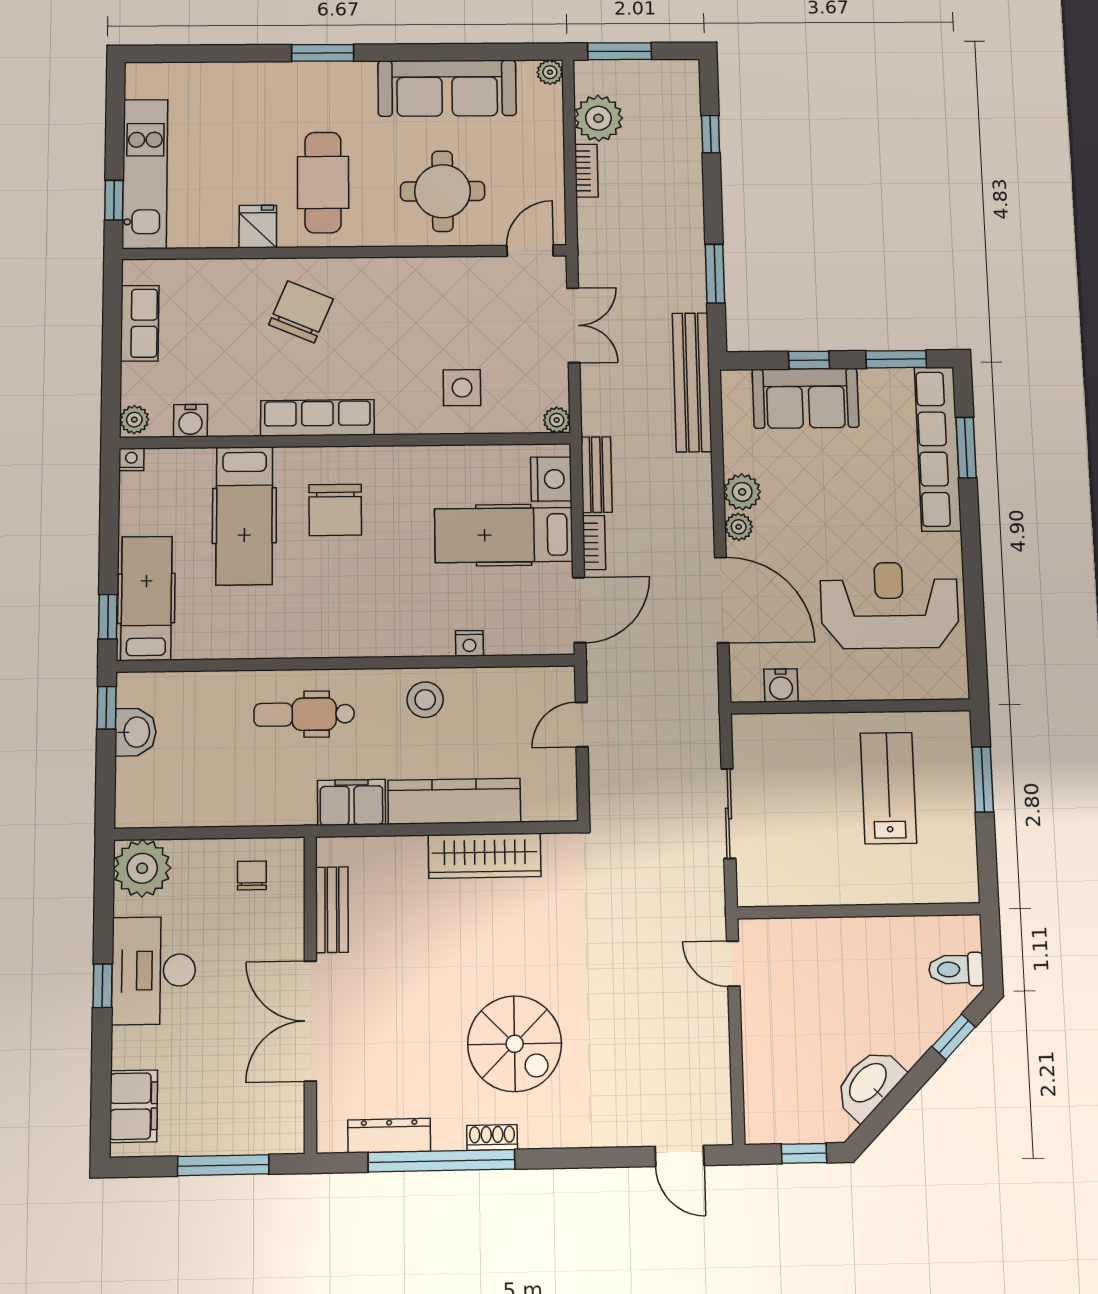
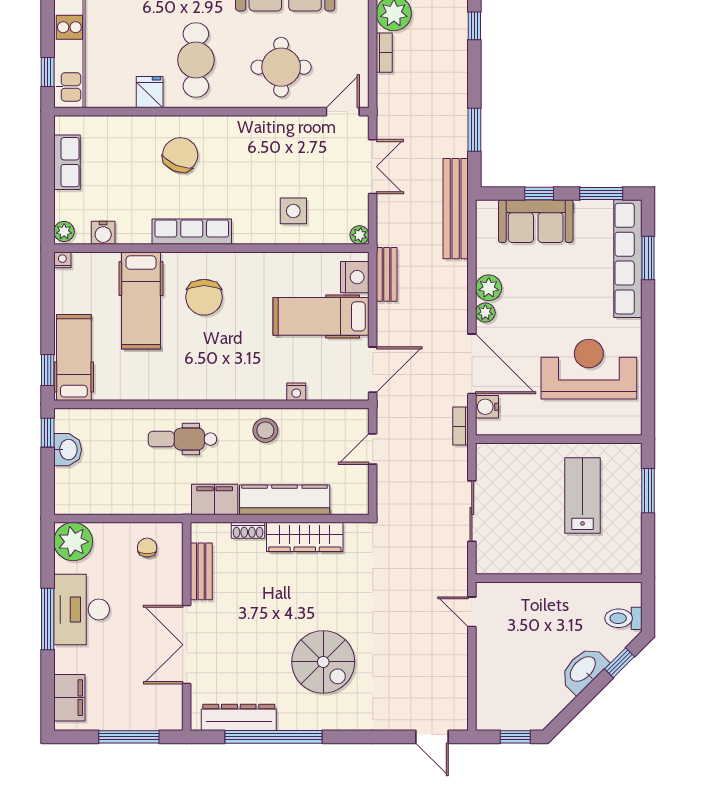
bookcase: (594, 543) -> (461, 426), moved, turned 180
water cooler: (781, 685) -> (487, 407), moved, turned 90
window: (103, 986) -> (48, 619), width x2.17
washbasin: (869, 1084) -> (583, 670), moved
dresser: (389, 1136) -> (239, 717), width x1.37, depth x1.24
shoe rack: (492, 1138) -> (248, 530), moved, turned 180

